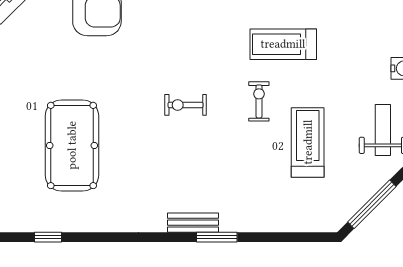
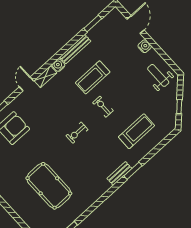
treadmill: (308, 142) -> (136, 131), moved, turned 90
window: (372, 204) -> (179, 107), width x0.46

